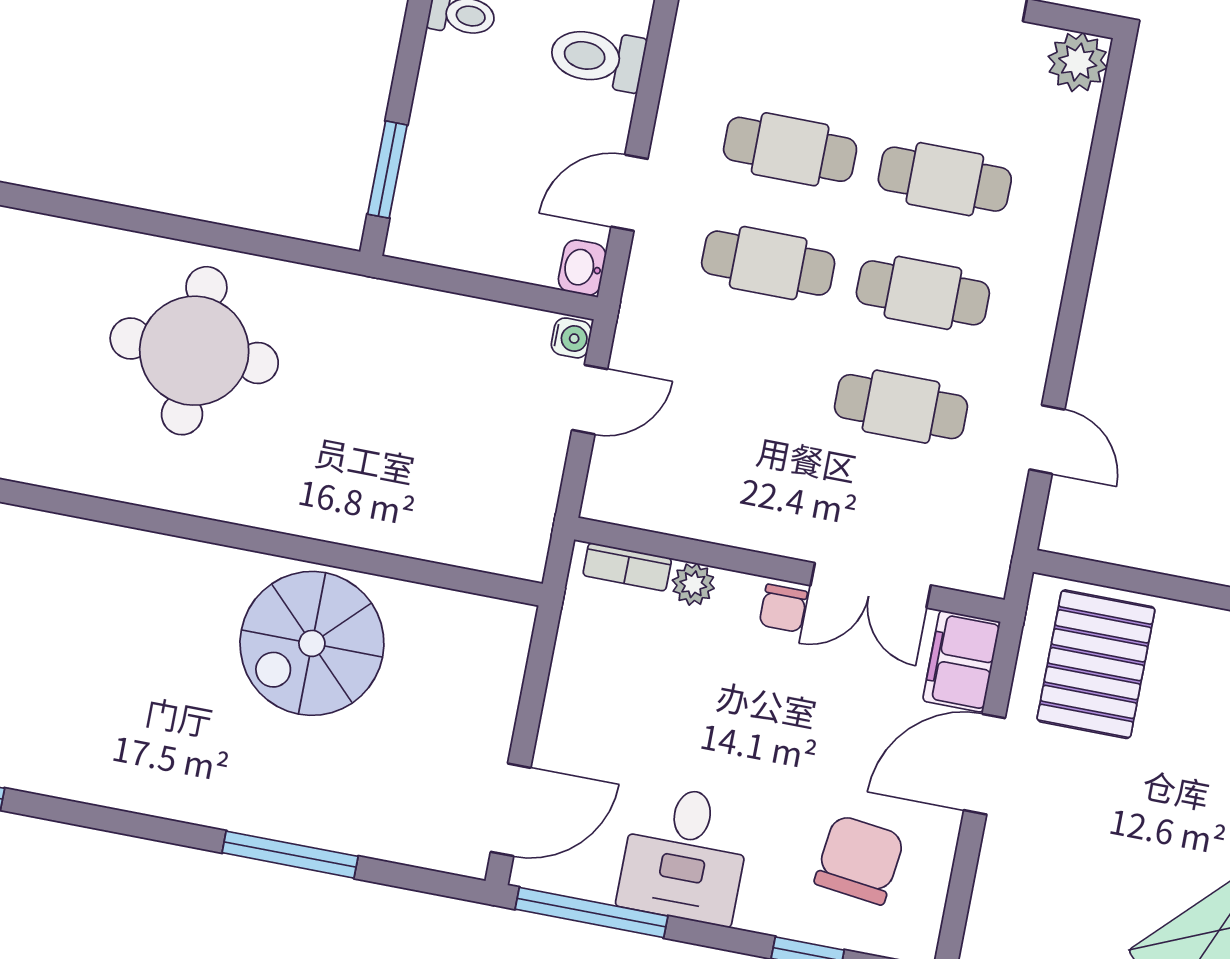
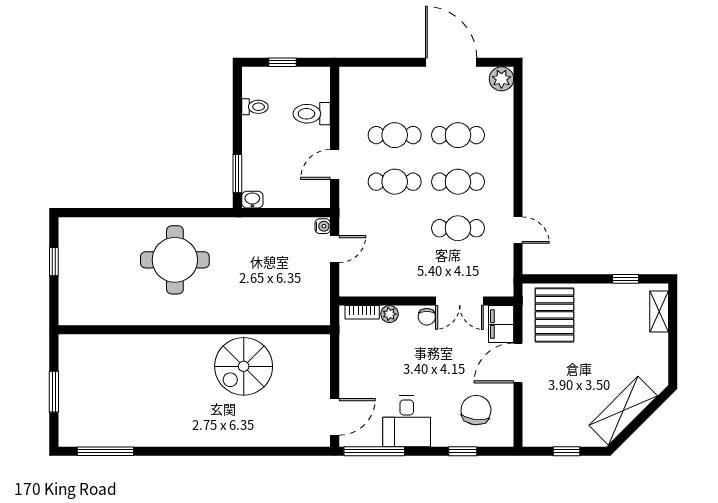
washbasin: (582, 268) -> (252, 200), moved, turned 90
window: (290, 855) -> (251, 451), removed

